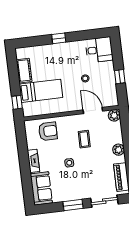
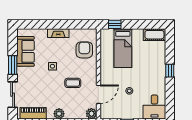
cot: (24, 71) -> (154, 35), moved
armchair: (48, 131) -> (84, 50), turned 180
sofa: (41, 188) -> (25, 51), moved, turned -90

